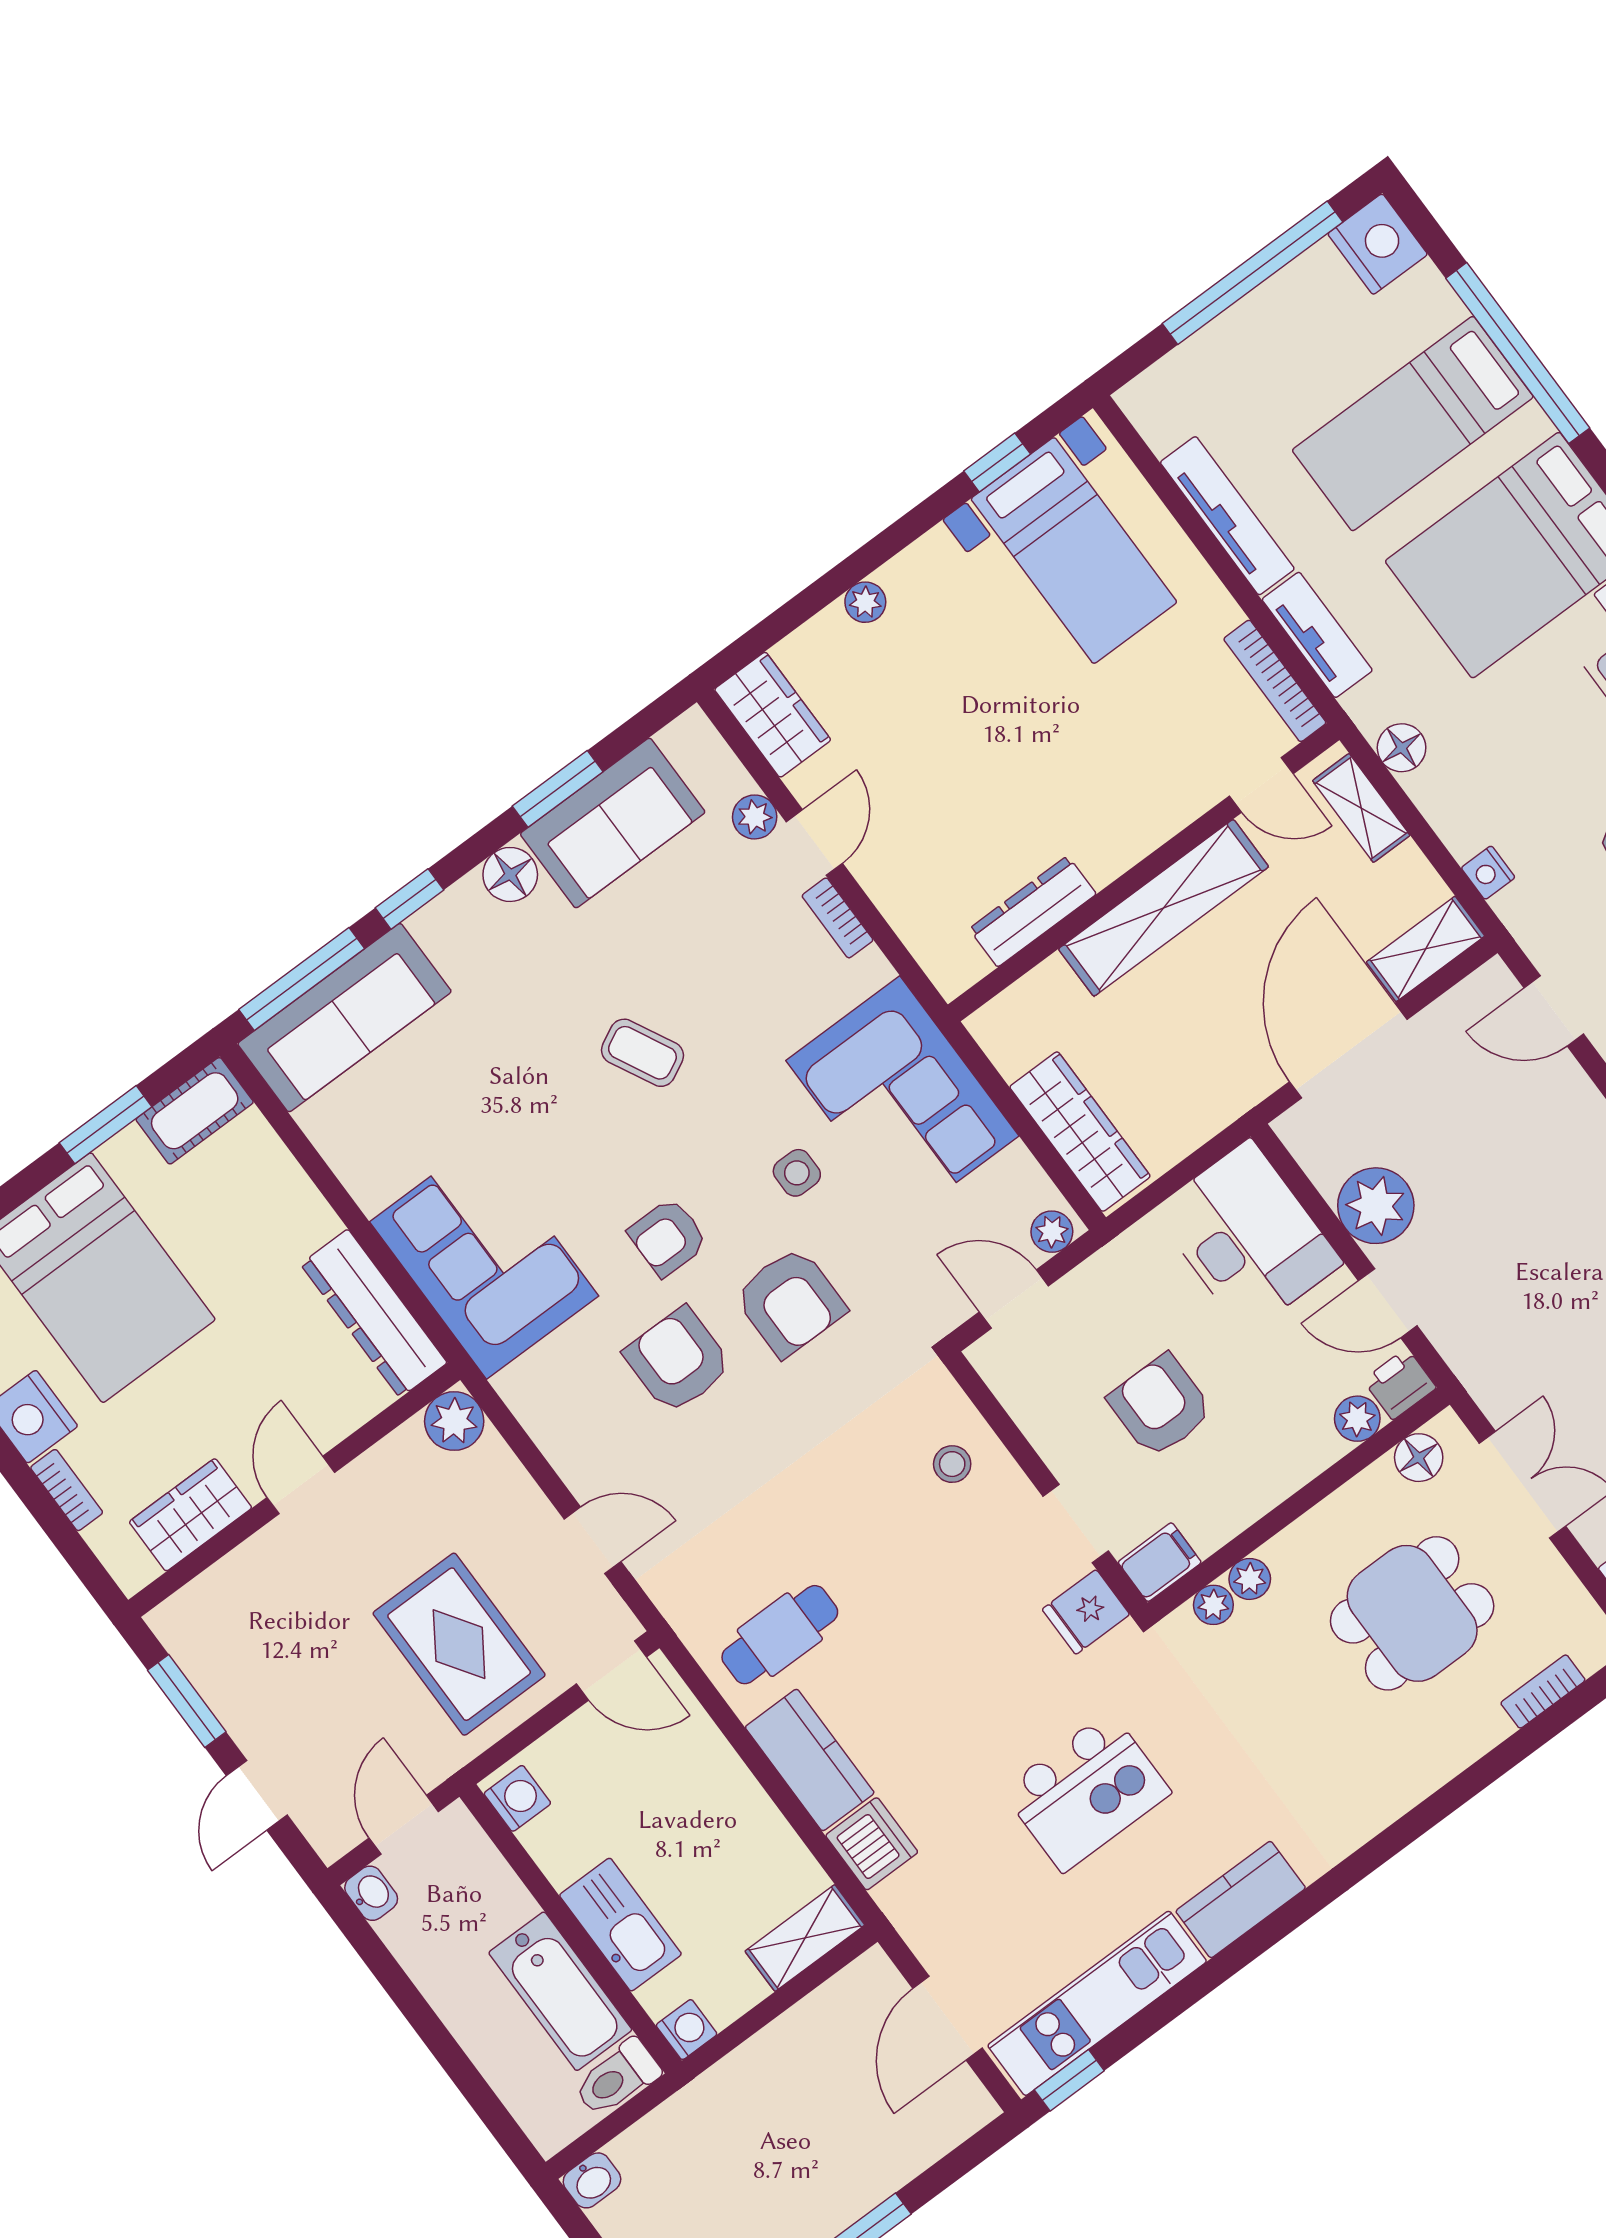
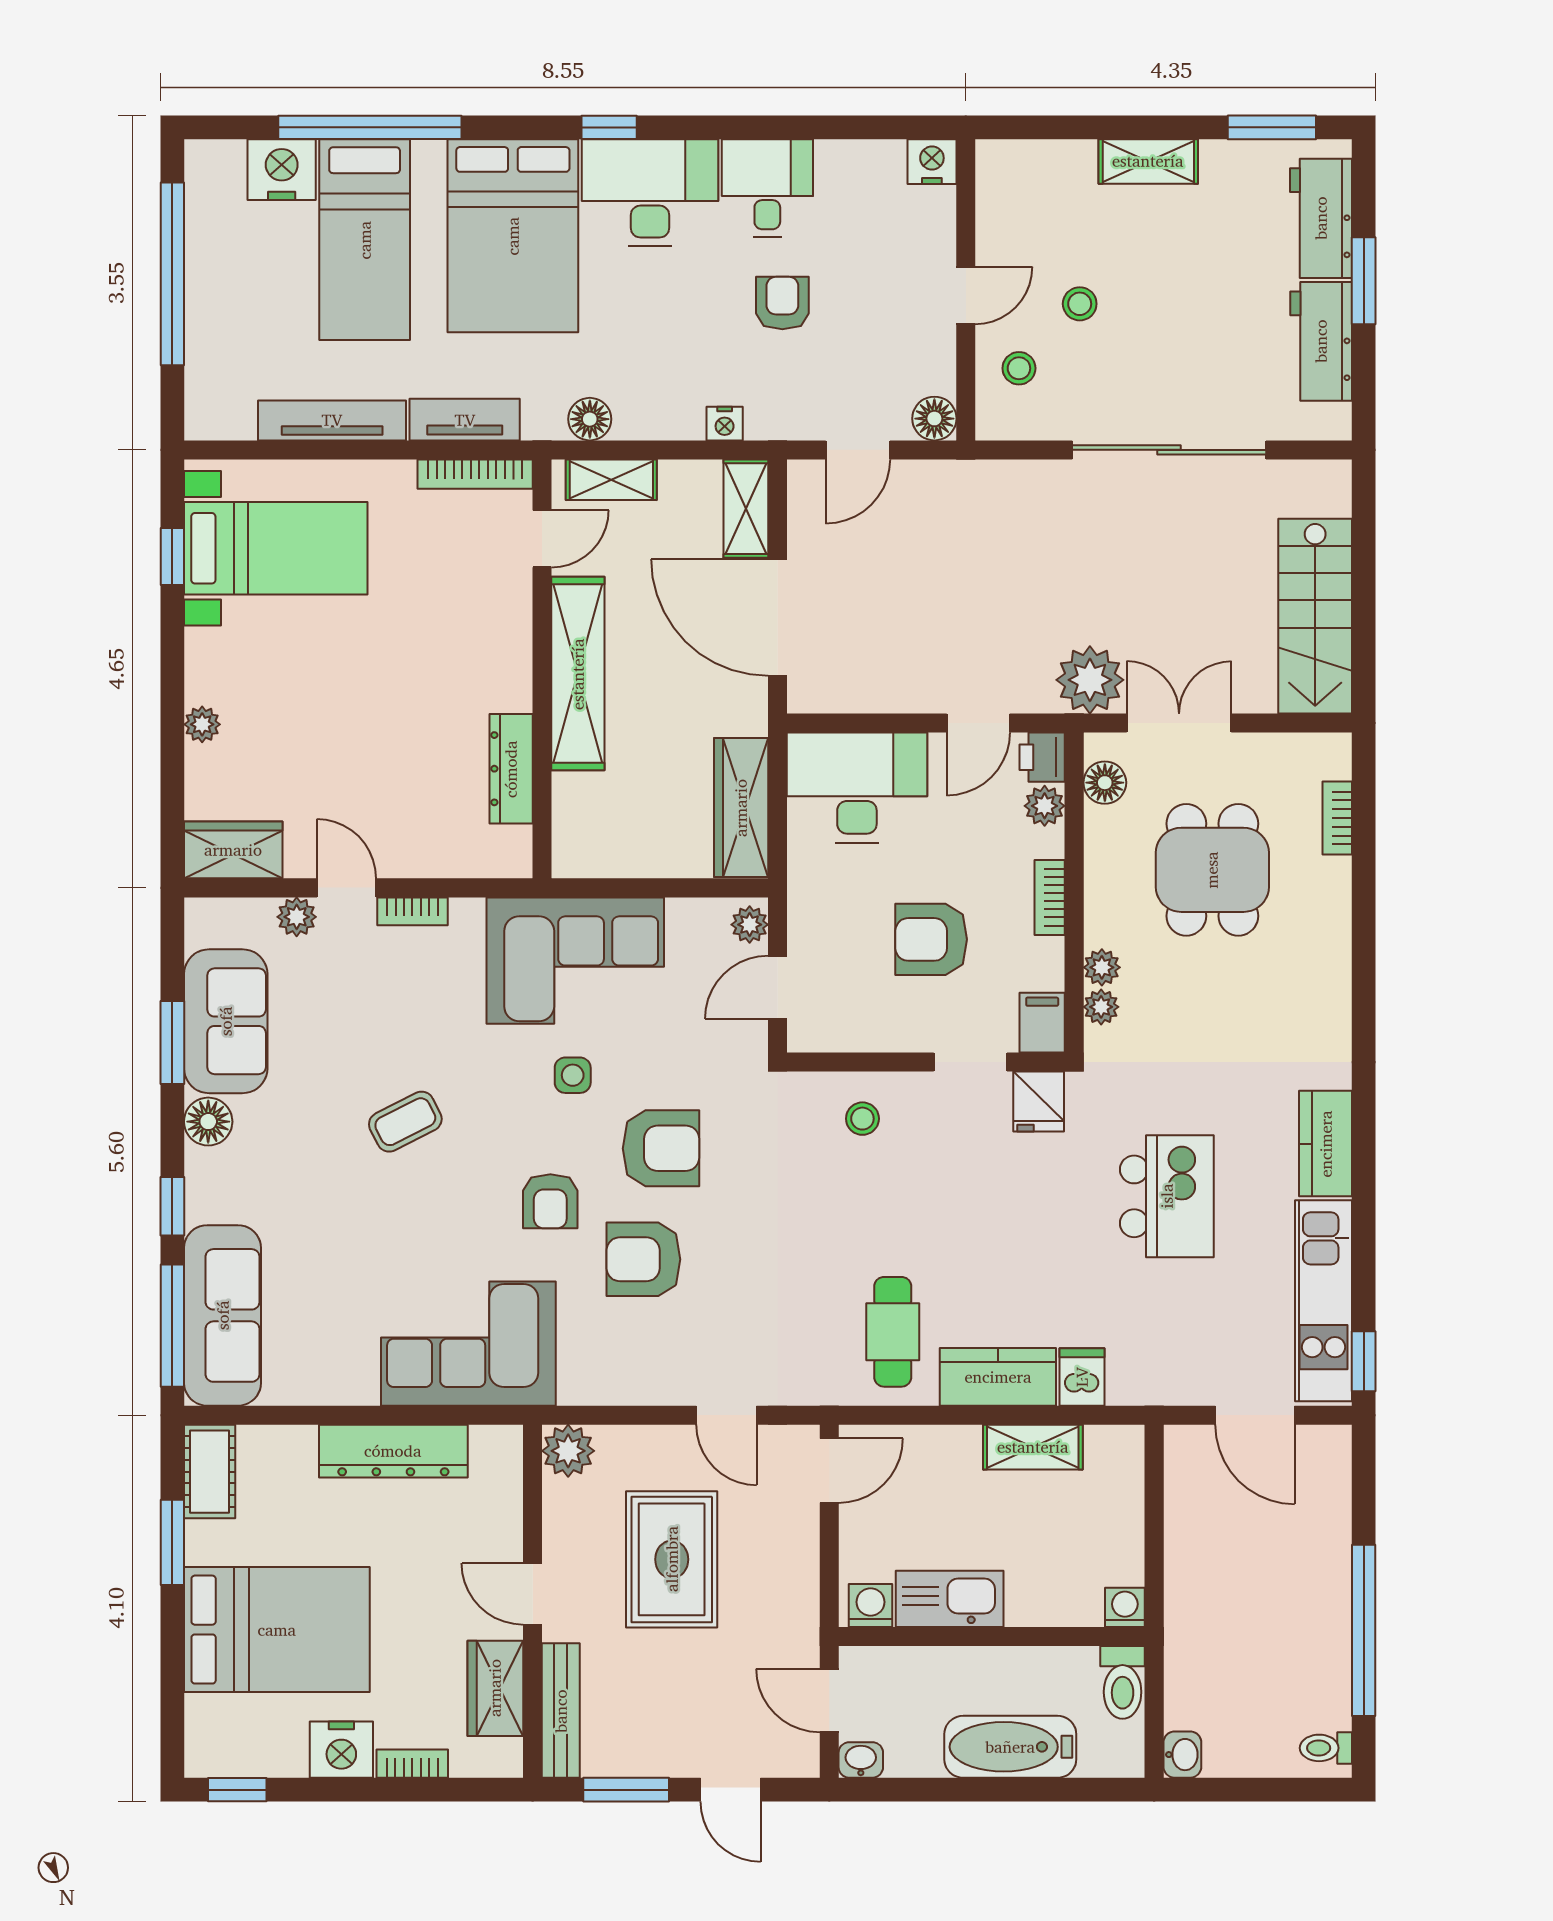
nightstand: (1378, 244) -> (282, 170), moved
wardrobe: (1080, 1132) -> (741, 808), moved, turned -90
plant: (1376, 1206) -> (1090, 680), moved
dresser: (374, 1313) -> (393, 1451), moved
bookcase: (1278, 1485) -> (1050, 897), added
door: (593, 1540) -> (726, 1415), swing flipped
bench: (214, 1589) -> (561, 1711), added
rug: (459, 1644) -> (672, 1559), moved, turned 90
dishwasher: (872, 1844) -> (1082, 1377), width x0.73
kitchen sink: (620, 1925) -> (950, 1599), moved
shelving: (805, 1938) -> (1033, 1447), moved, turned 90
bathtub: (560, 1991) -> (1010, 1747), moved, turned 180

